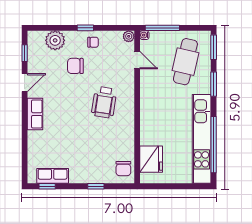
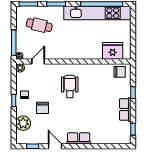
cafe table: (185, 62) -> (39, 25), width x0.73, depth x0.74
wheelchair: (104, 102) -> (70, 86), turned -99
row of seats: (53, 176) -> (125, 109), moved

